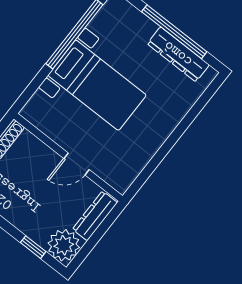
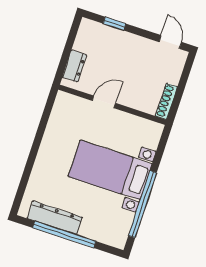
dresser: (95, 216) -> (75, 66), width x0.70
plant: (64, 245) -> (91, 34), removed

